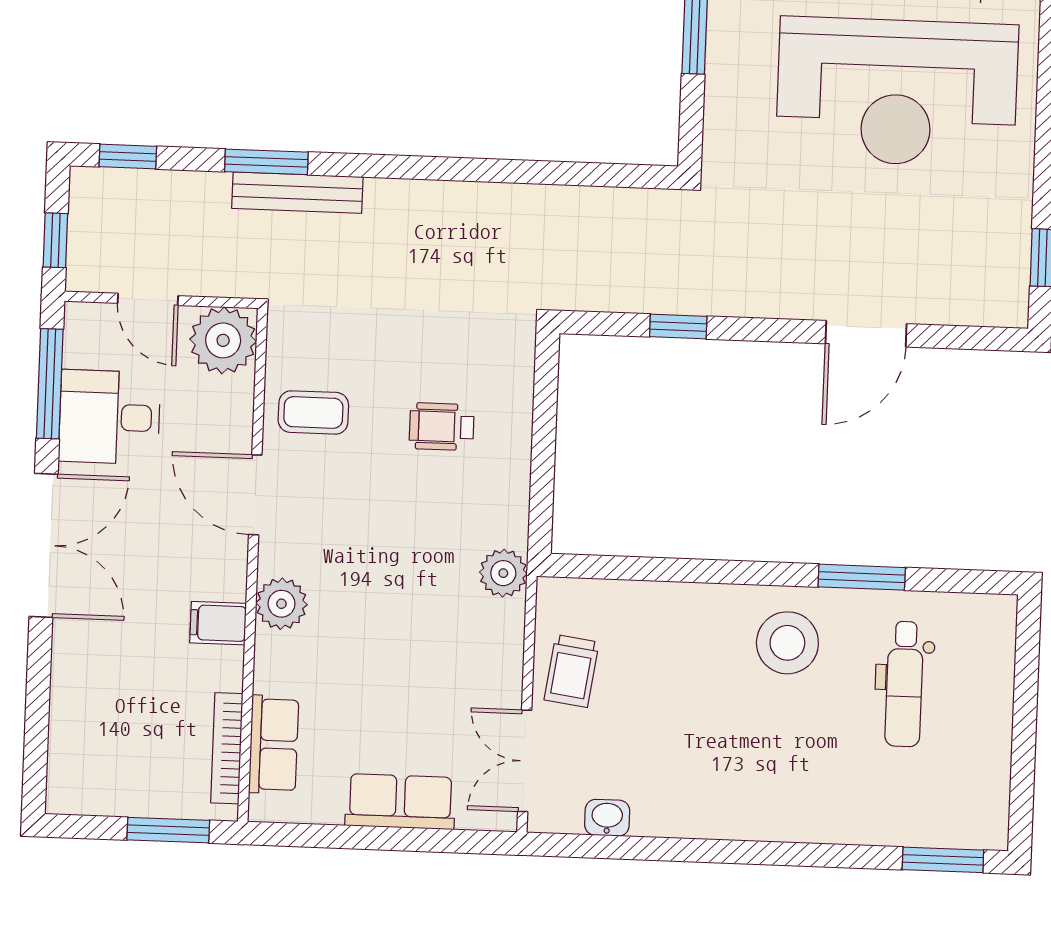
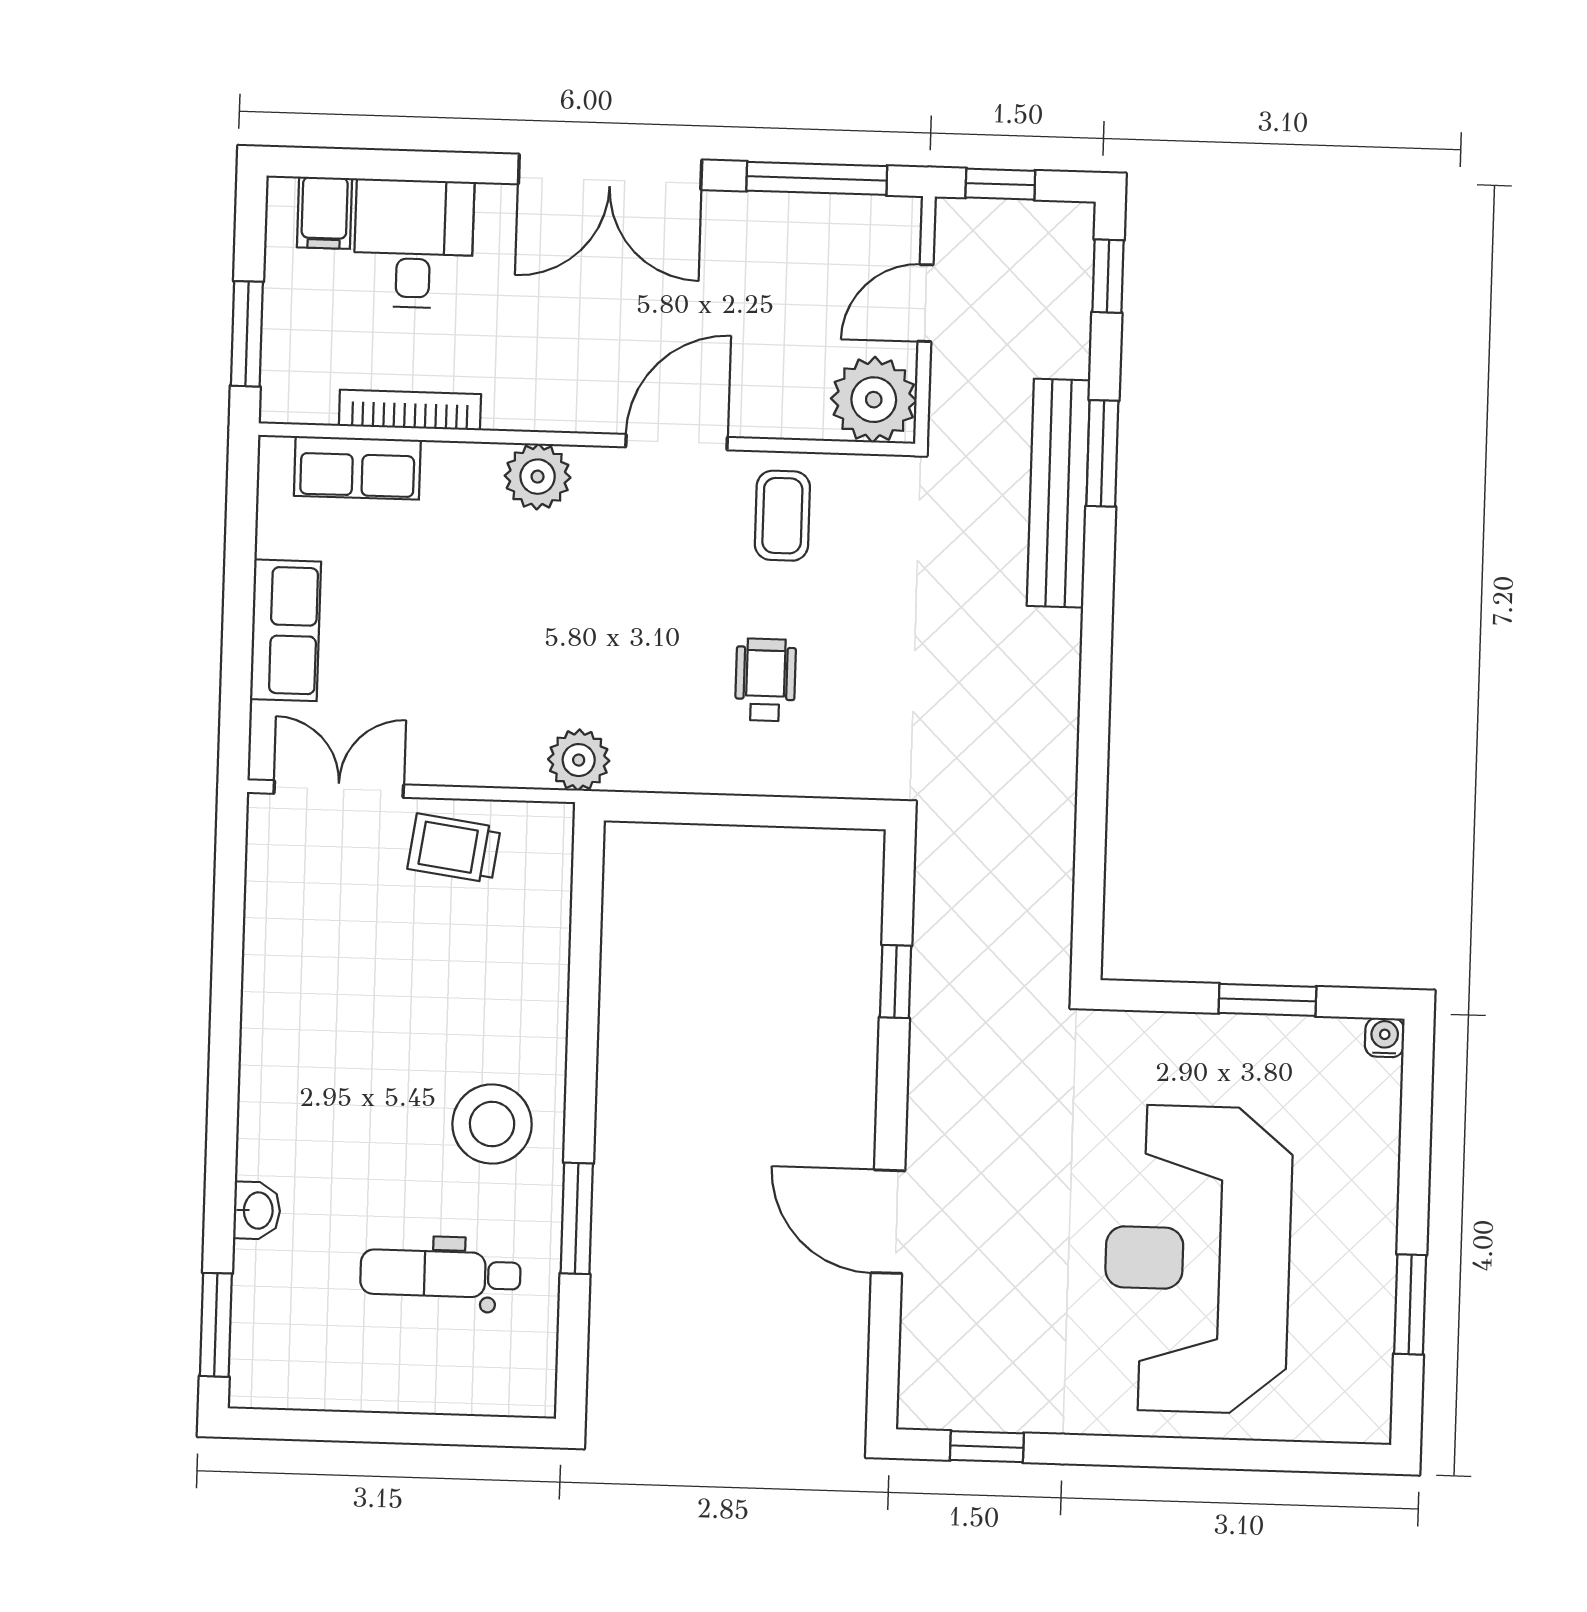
bench: (297, 193) -> (1058, 493), width x1.37, depth x1.21
desk: (110, 417) -> (414, 244), moved
filing cabinet: (218, 623) -> (325, 213), moved, turned 180
bookcase: (227, 748) -> (410, 410), moved
washbasin: (607, 818) -> (257, 1210), moved

